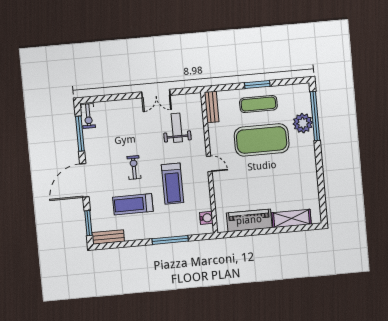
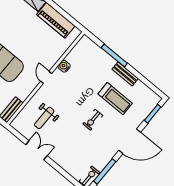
treadmill: (172, 184) -> (80, 87), removed
water cooler: (206, 218) -> (64, 66), moved
bench: (108, 237) -> (125, 74), moved

